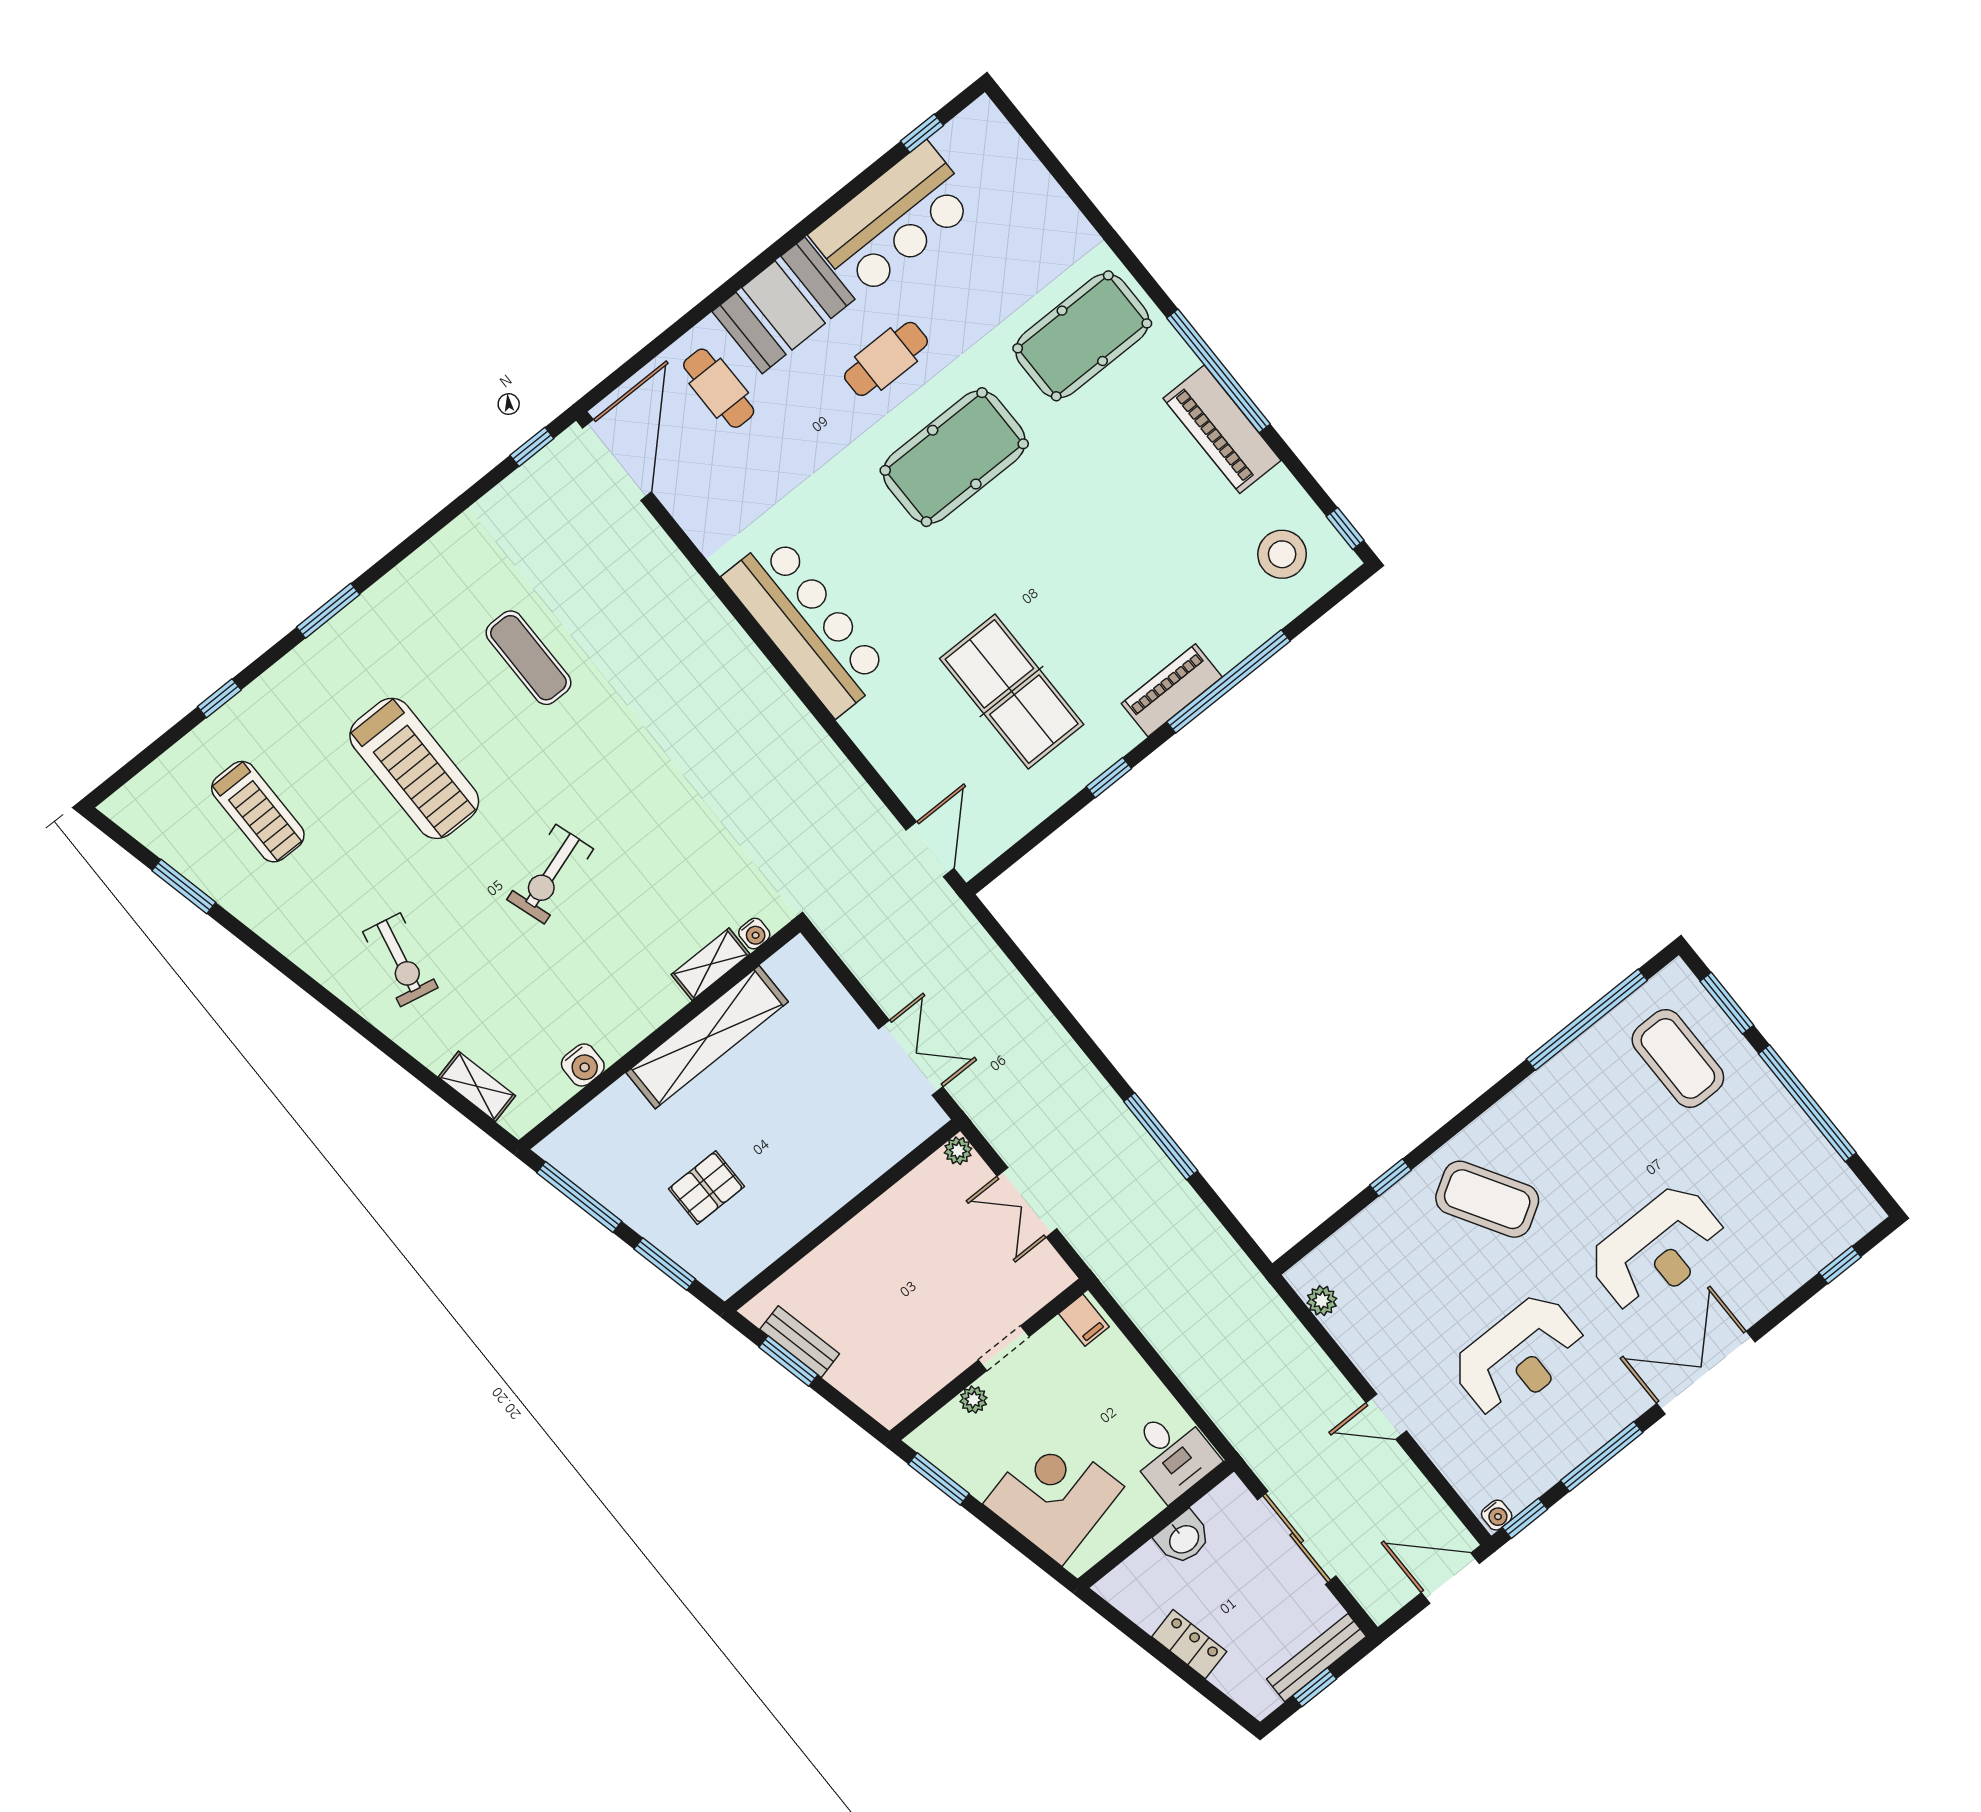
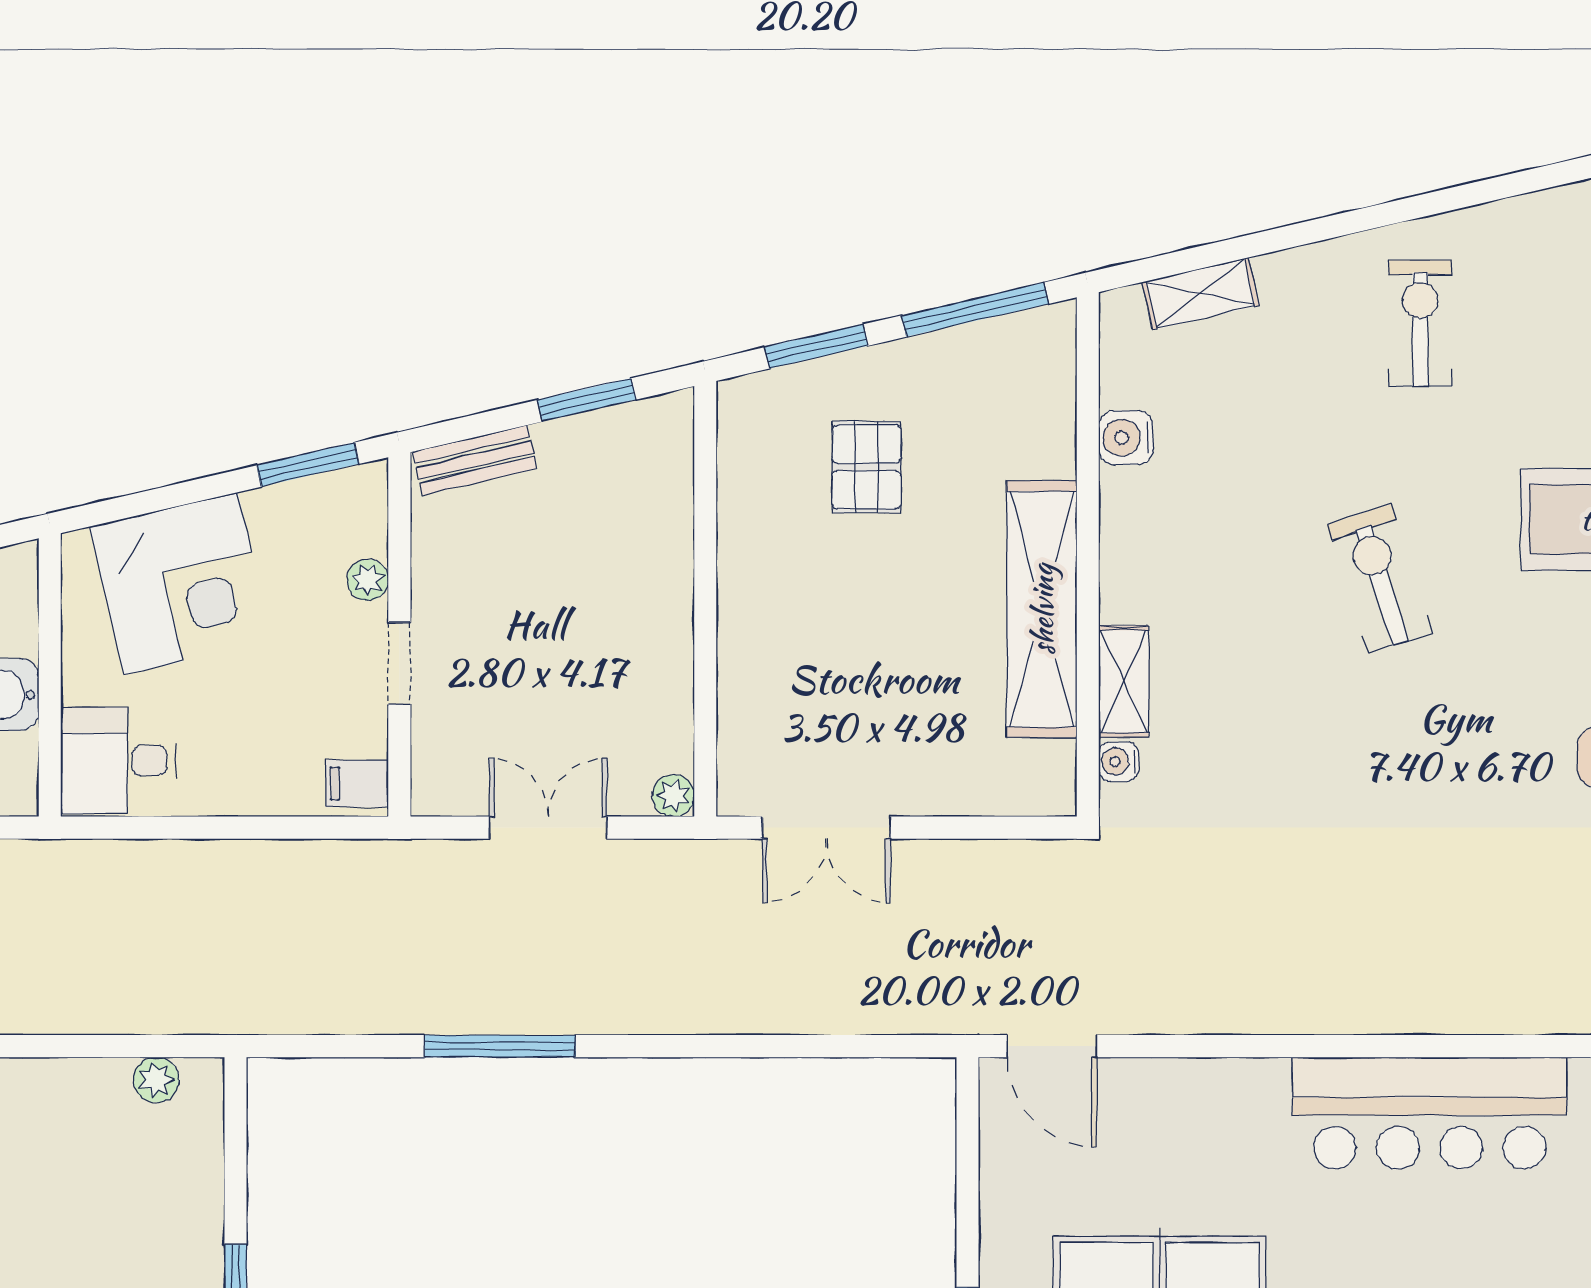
exercise bike: (400, 960) -> (1420, 323), turned 78
bench: (800, 1342) -> (475, 460), moved

